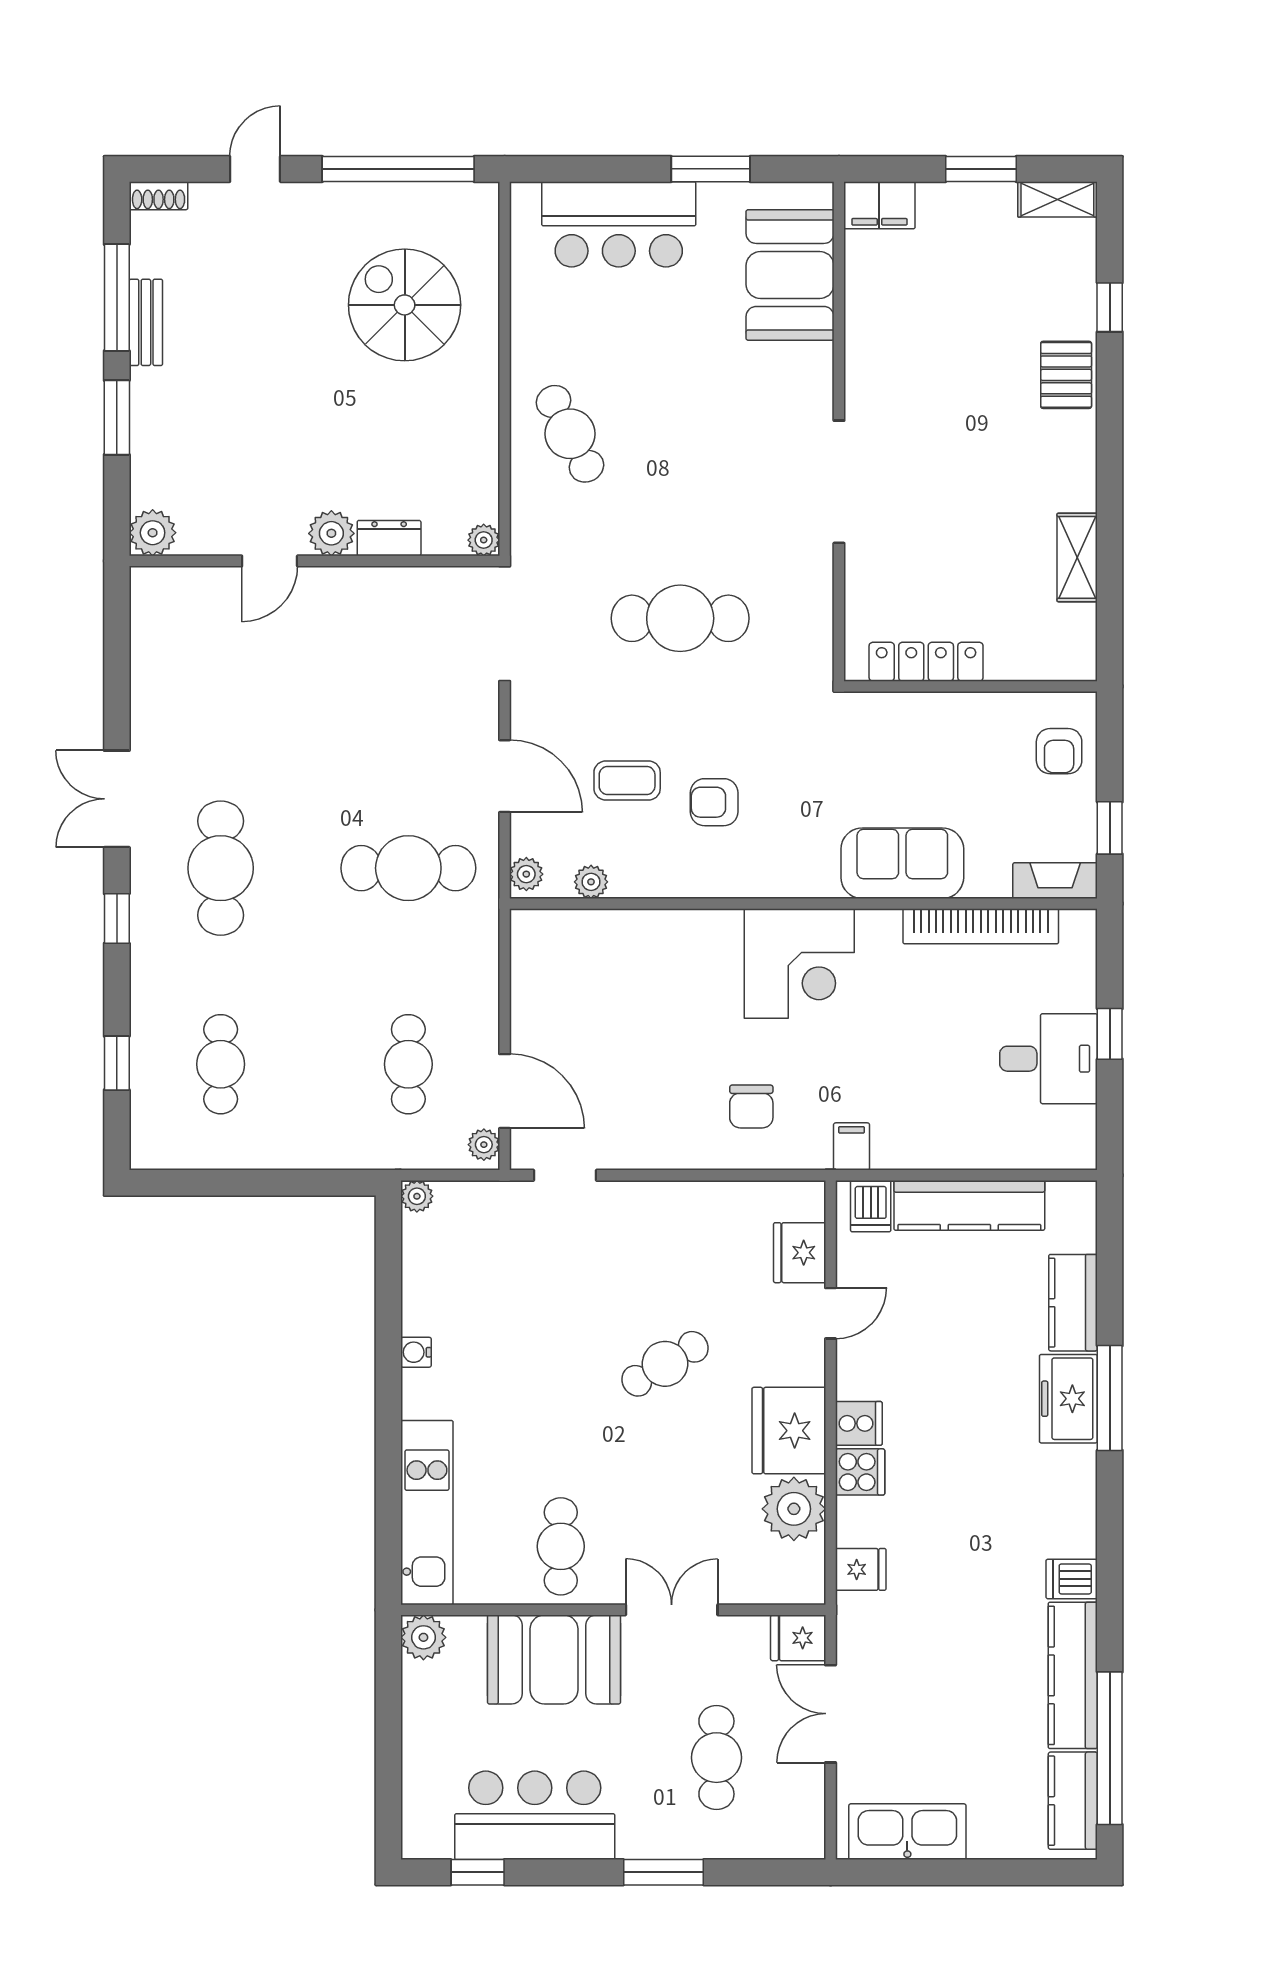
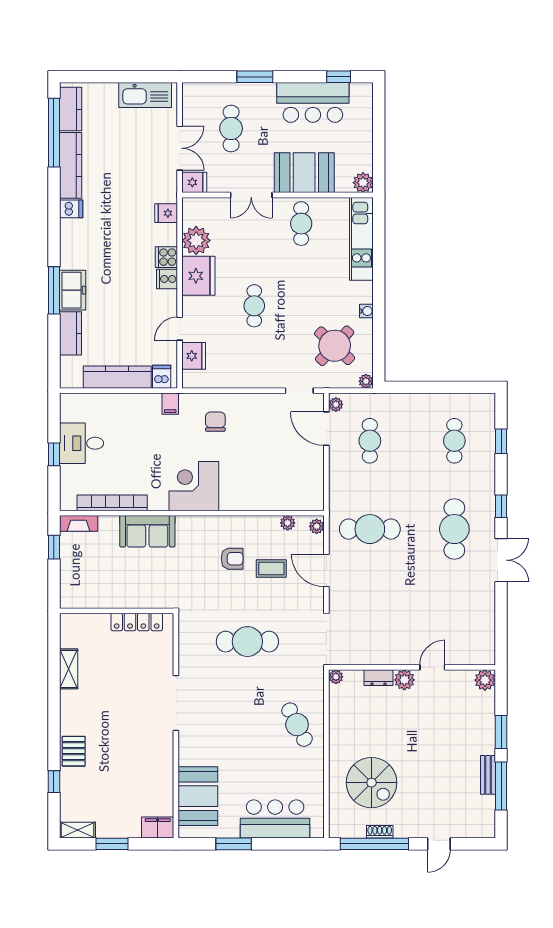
shoe rack: (159, 196) -> (380, 832), moved
armchair: (1059, 751) -> (77, 582), removed
round table: (487, 1275) -> (335, 346), added
cafe table: (665, 1364) -> (254, 306), turned -59

